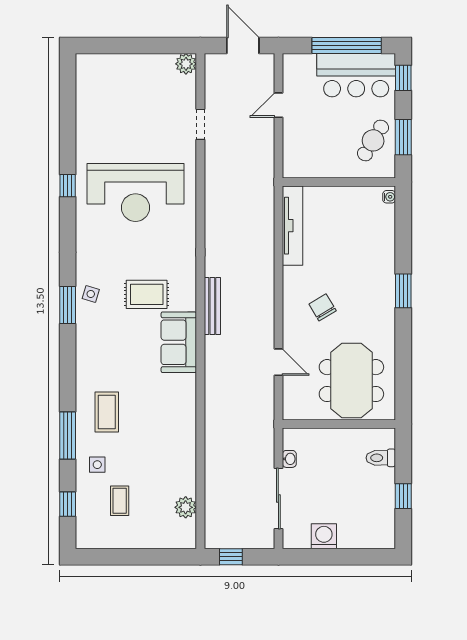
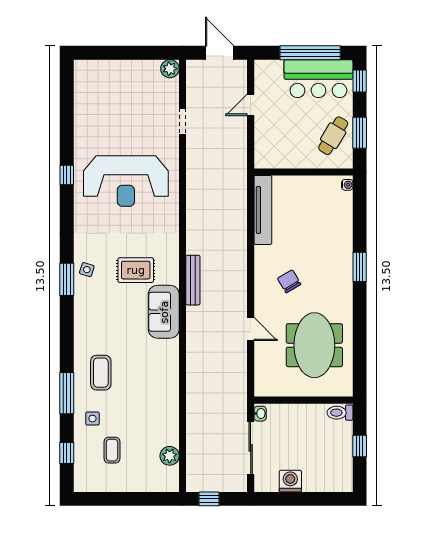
wall: (339, 424) -> (303, 400), moved

